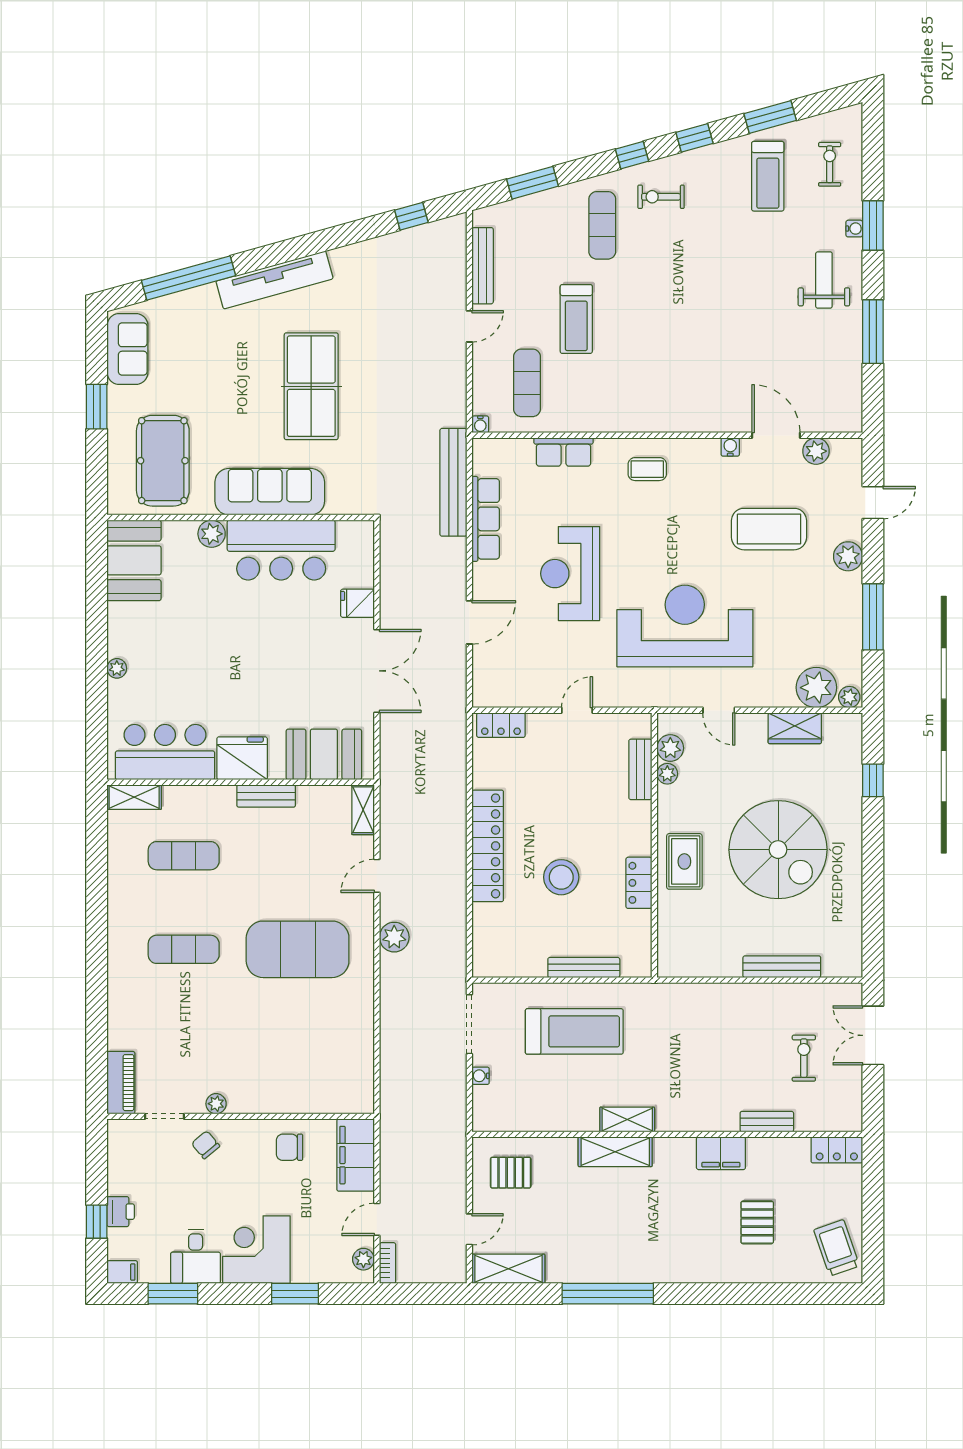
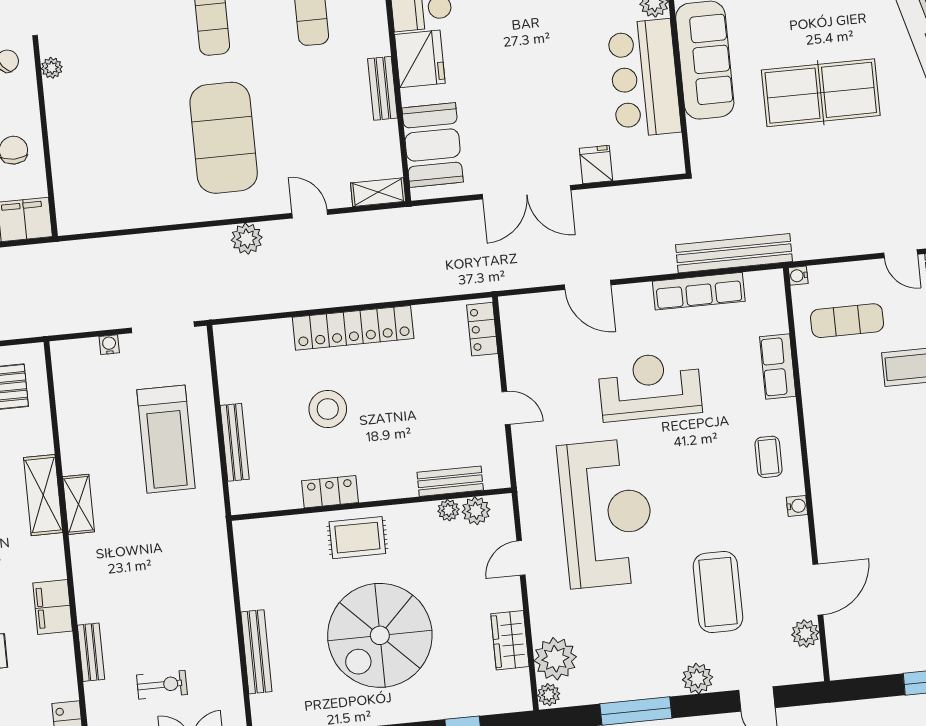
water cooler: (730, 447) -> (797, 506), moved

